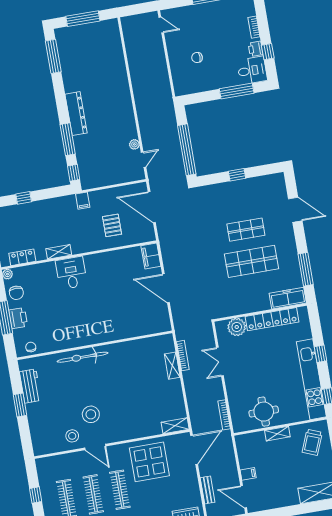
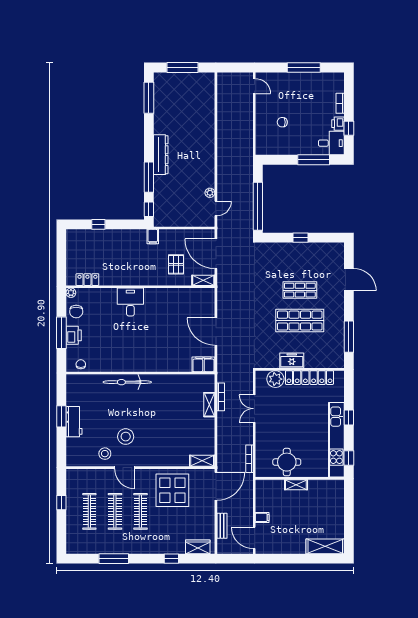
shelving: (59, 252) -> (203, 280), moved
filing cabinet: (151, 256) -> (203, 364), moved, turned 90
freezer: (288, 298) -> (292, 361), moved, width x0.71
workbench: (30, 386) -> (74, 422), moved
trolley: (312, 442) -> (327, 499), removed

